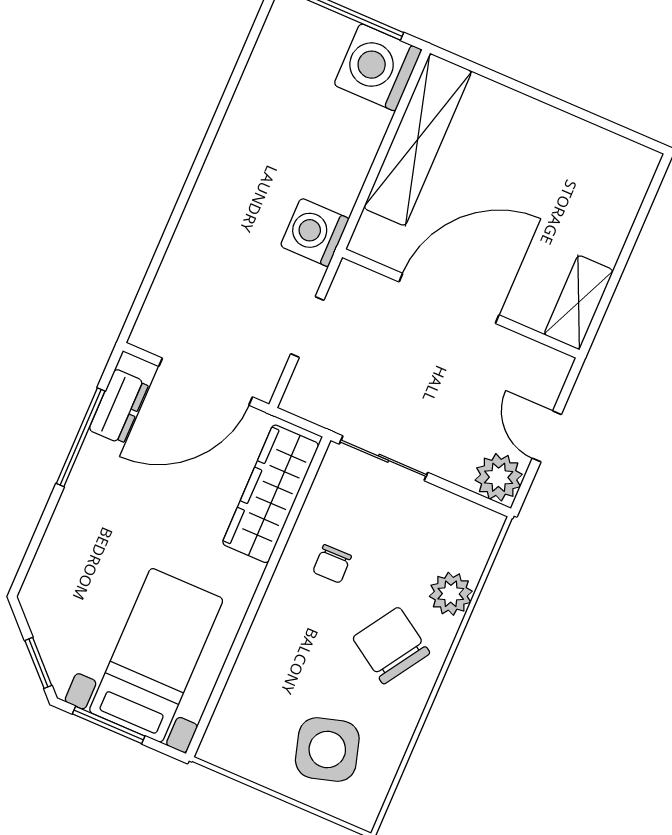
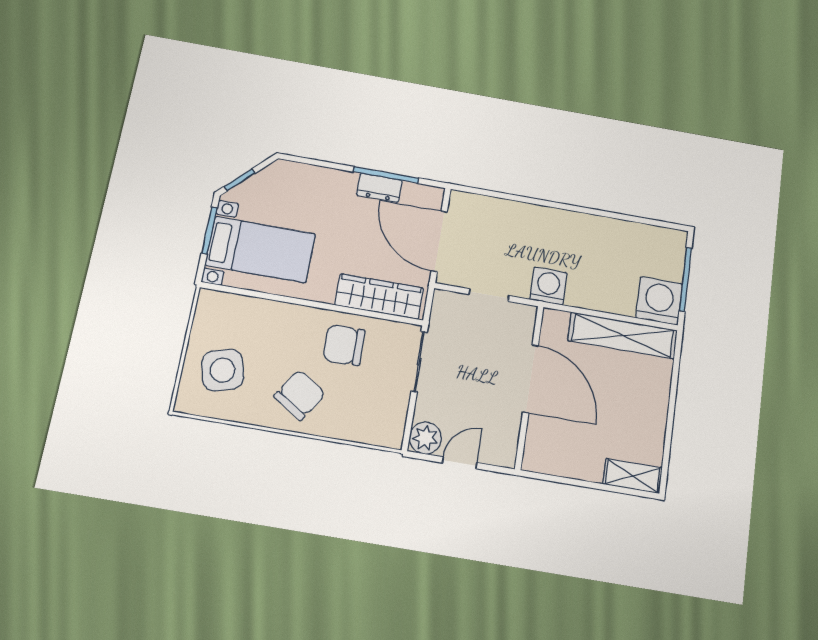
shelving: (579, 302) -> (633, 476), moved
dresser: (119, 407) -> (379, 188), moved
chair: (332, 564) -> (344, 345), width x1.87, depth x1.87
plant: (451, 594) -> (342, 425), removed

